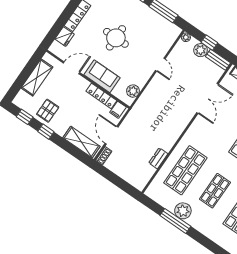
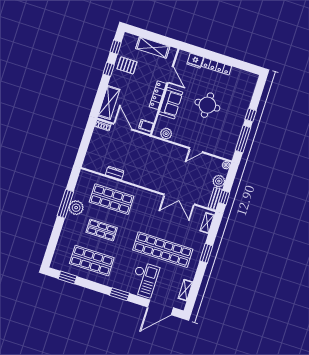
window: (209, 43) -> (224, 198), moved
locker: (101, 96) -> (158, 95), moved
door: (111, 135) -> (122, 127), hinge flipped

